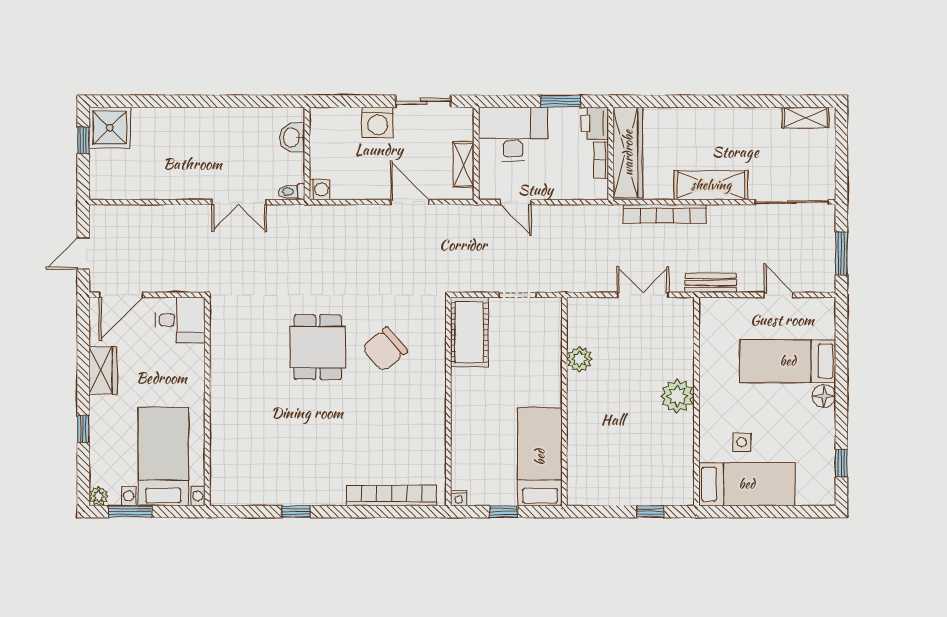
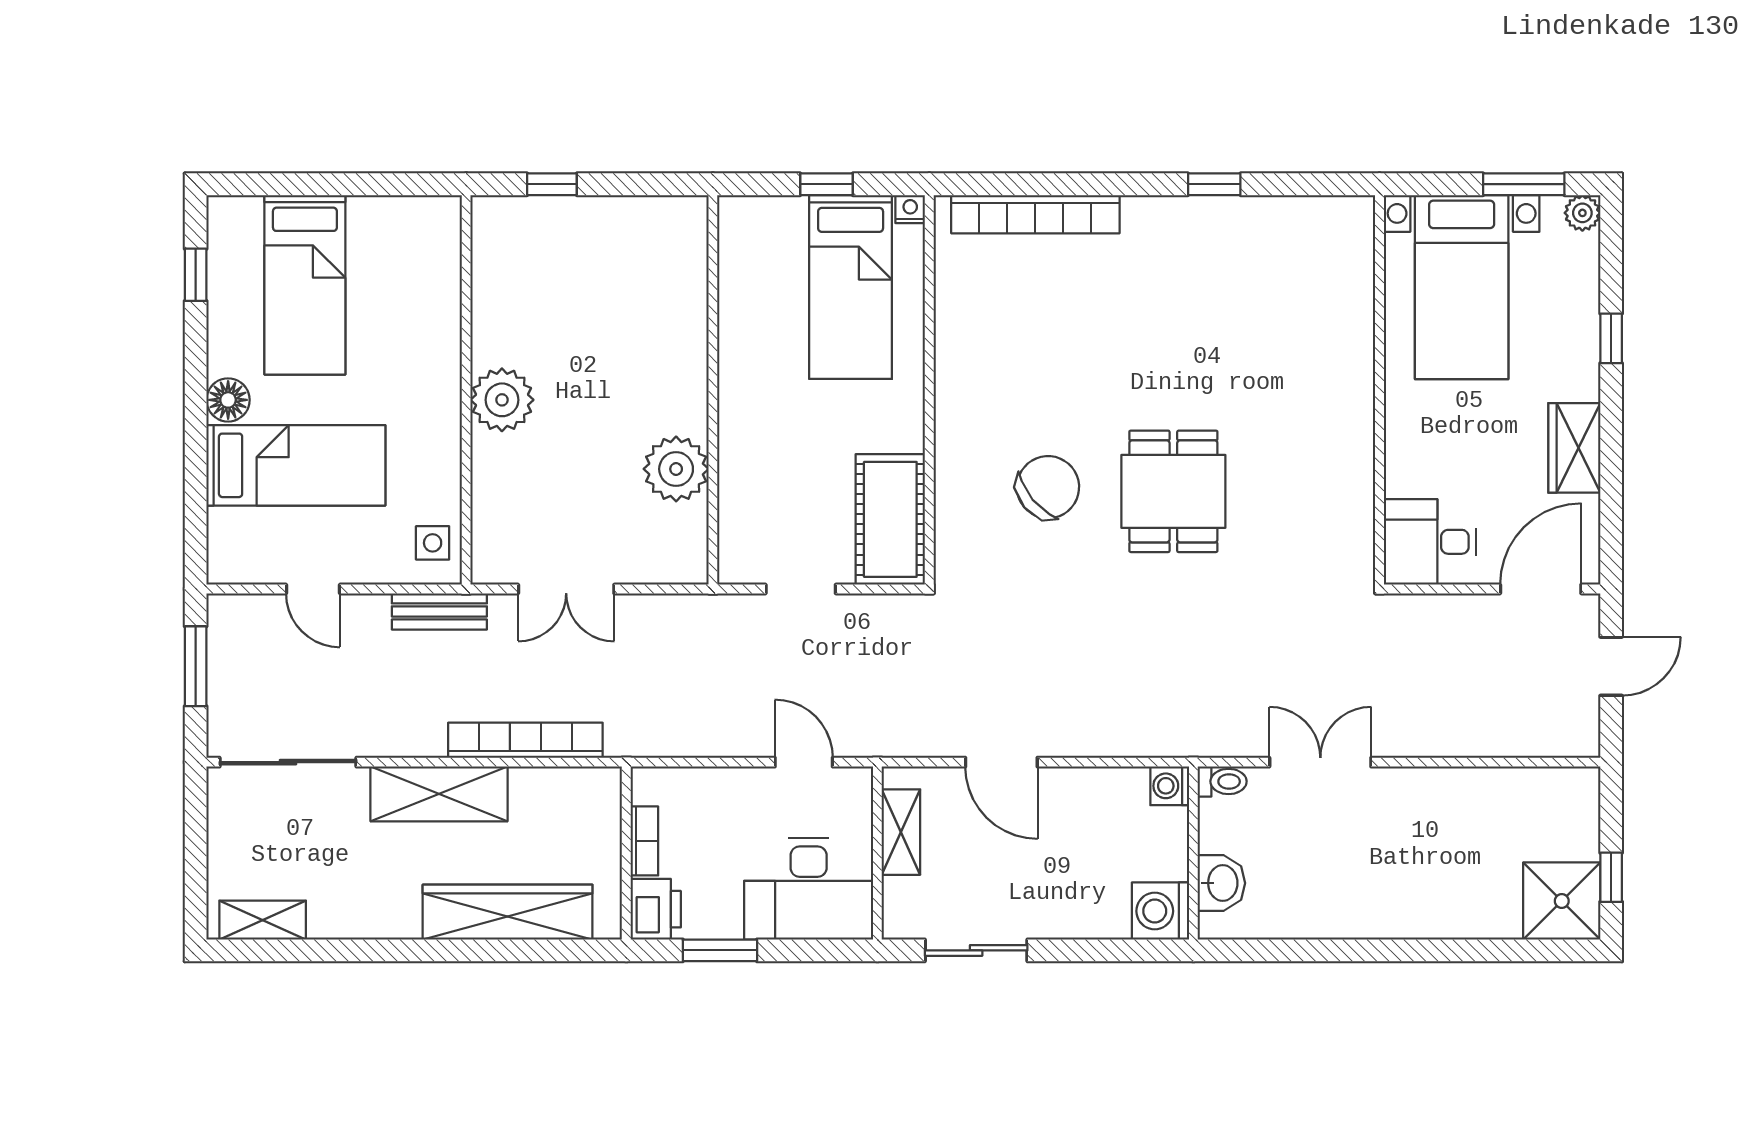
washing machine: (378, 122) -> (1160, 911), moved, turned -90
wardrobe: (628, 153) -> (508, 912), moved, turned 90
plant: (579, 359) -> (676, 469), width x1.36, depth x1.36
side table: (742, 442) -> (433, 543), moved
bed: (540, 457) -> (851, 287), moved
bed: (747, 484) -> (305, 285), moved, turned -90

